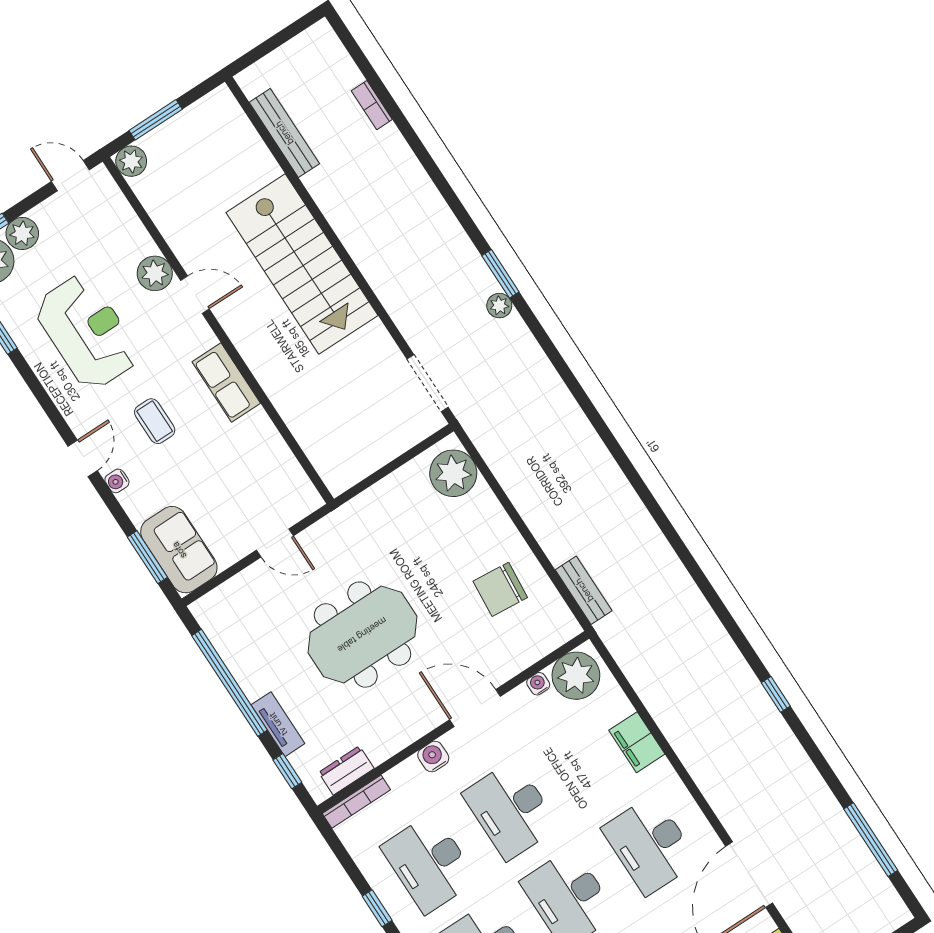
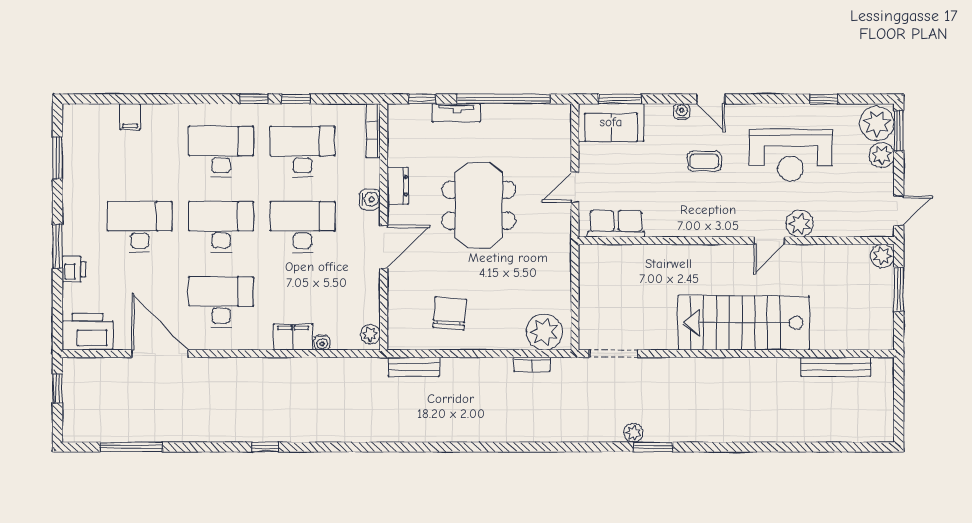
bookcase: (372, 105) -> (532, 364), moved, turned 180
row of seats: (226, 382) -> (616, 224), moved
plant: (576, 676) -> (370, 334), width x0.53, depth x0.53
water cooler: (538, 684) -> (322, 343), moved, turned 90
dresser: (346, 770) -> (398, 186), moved

